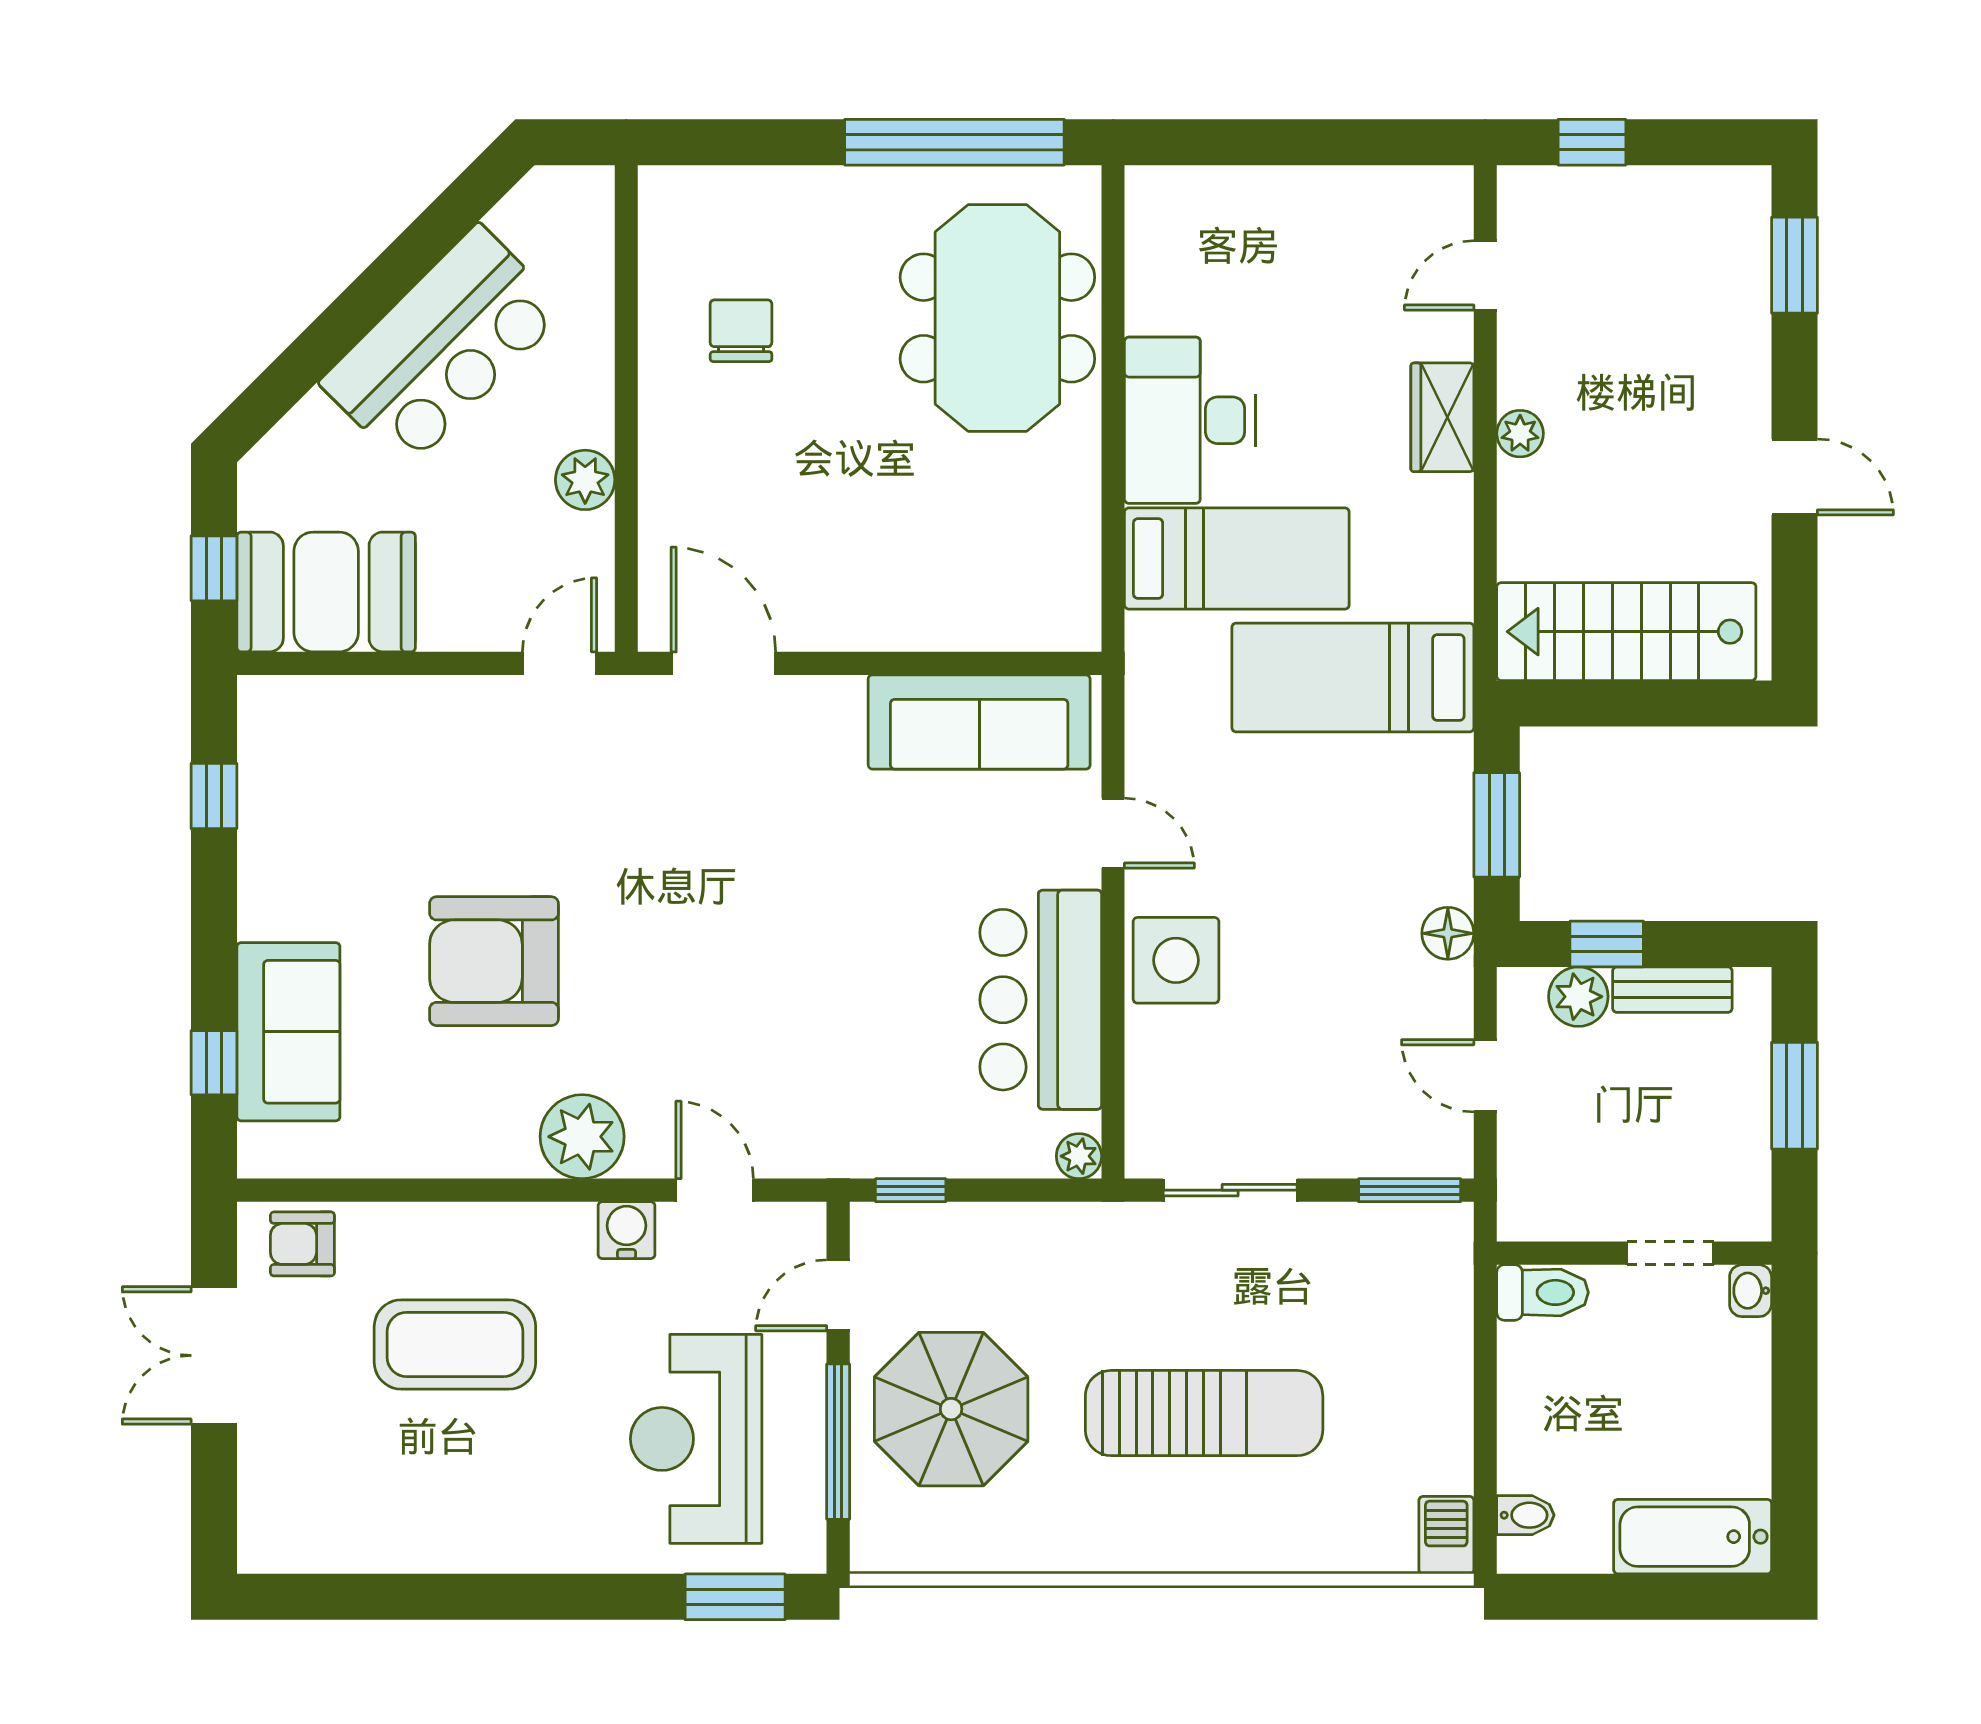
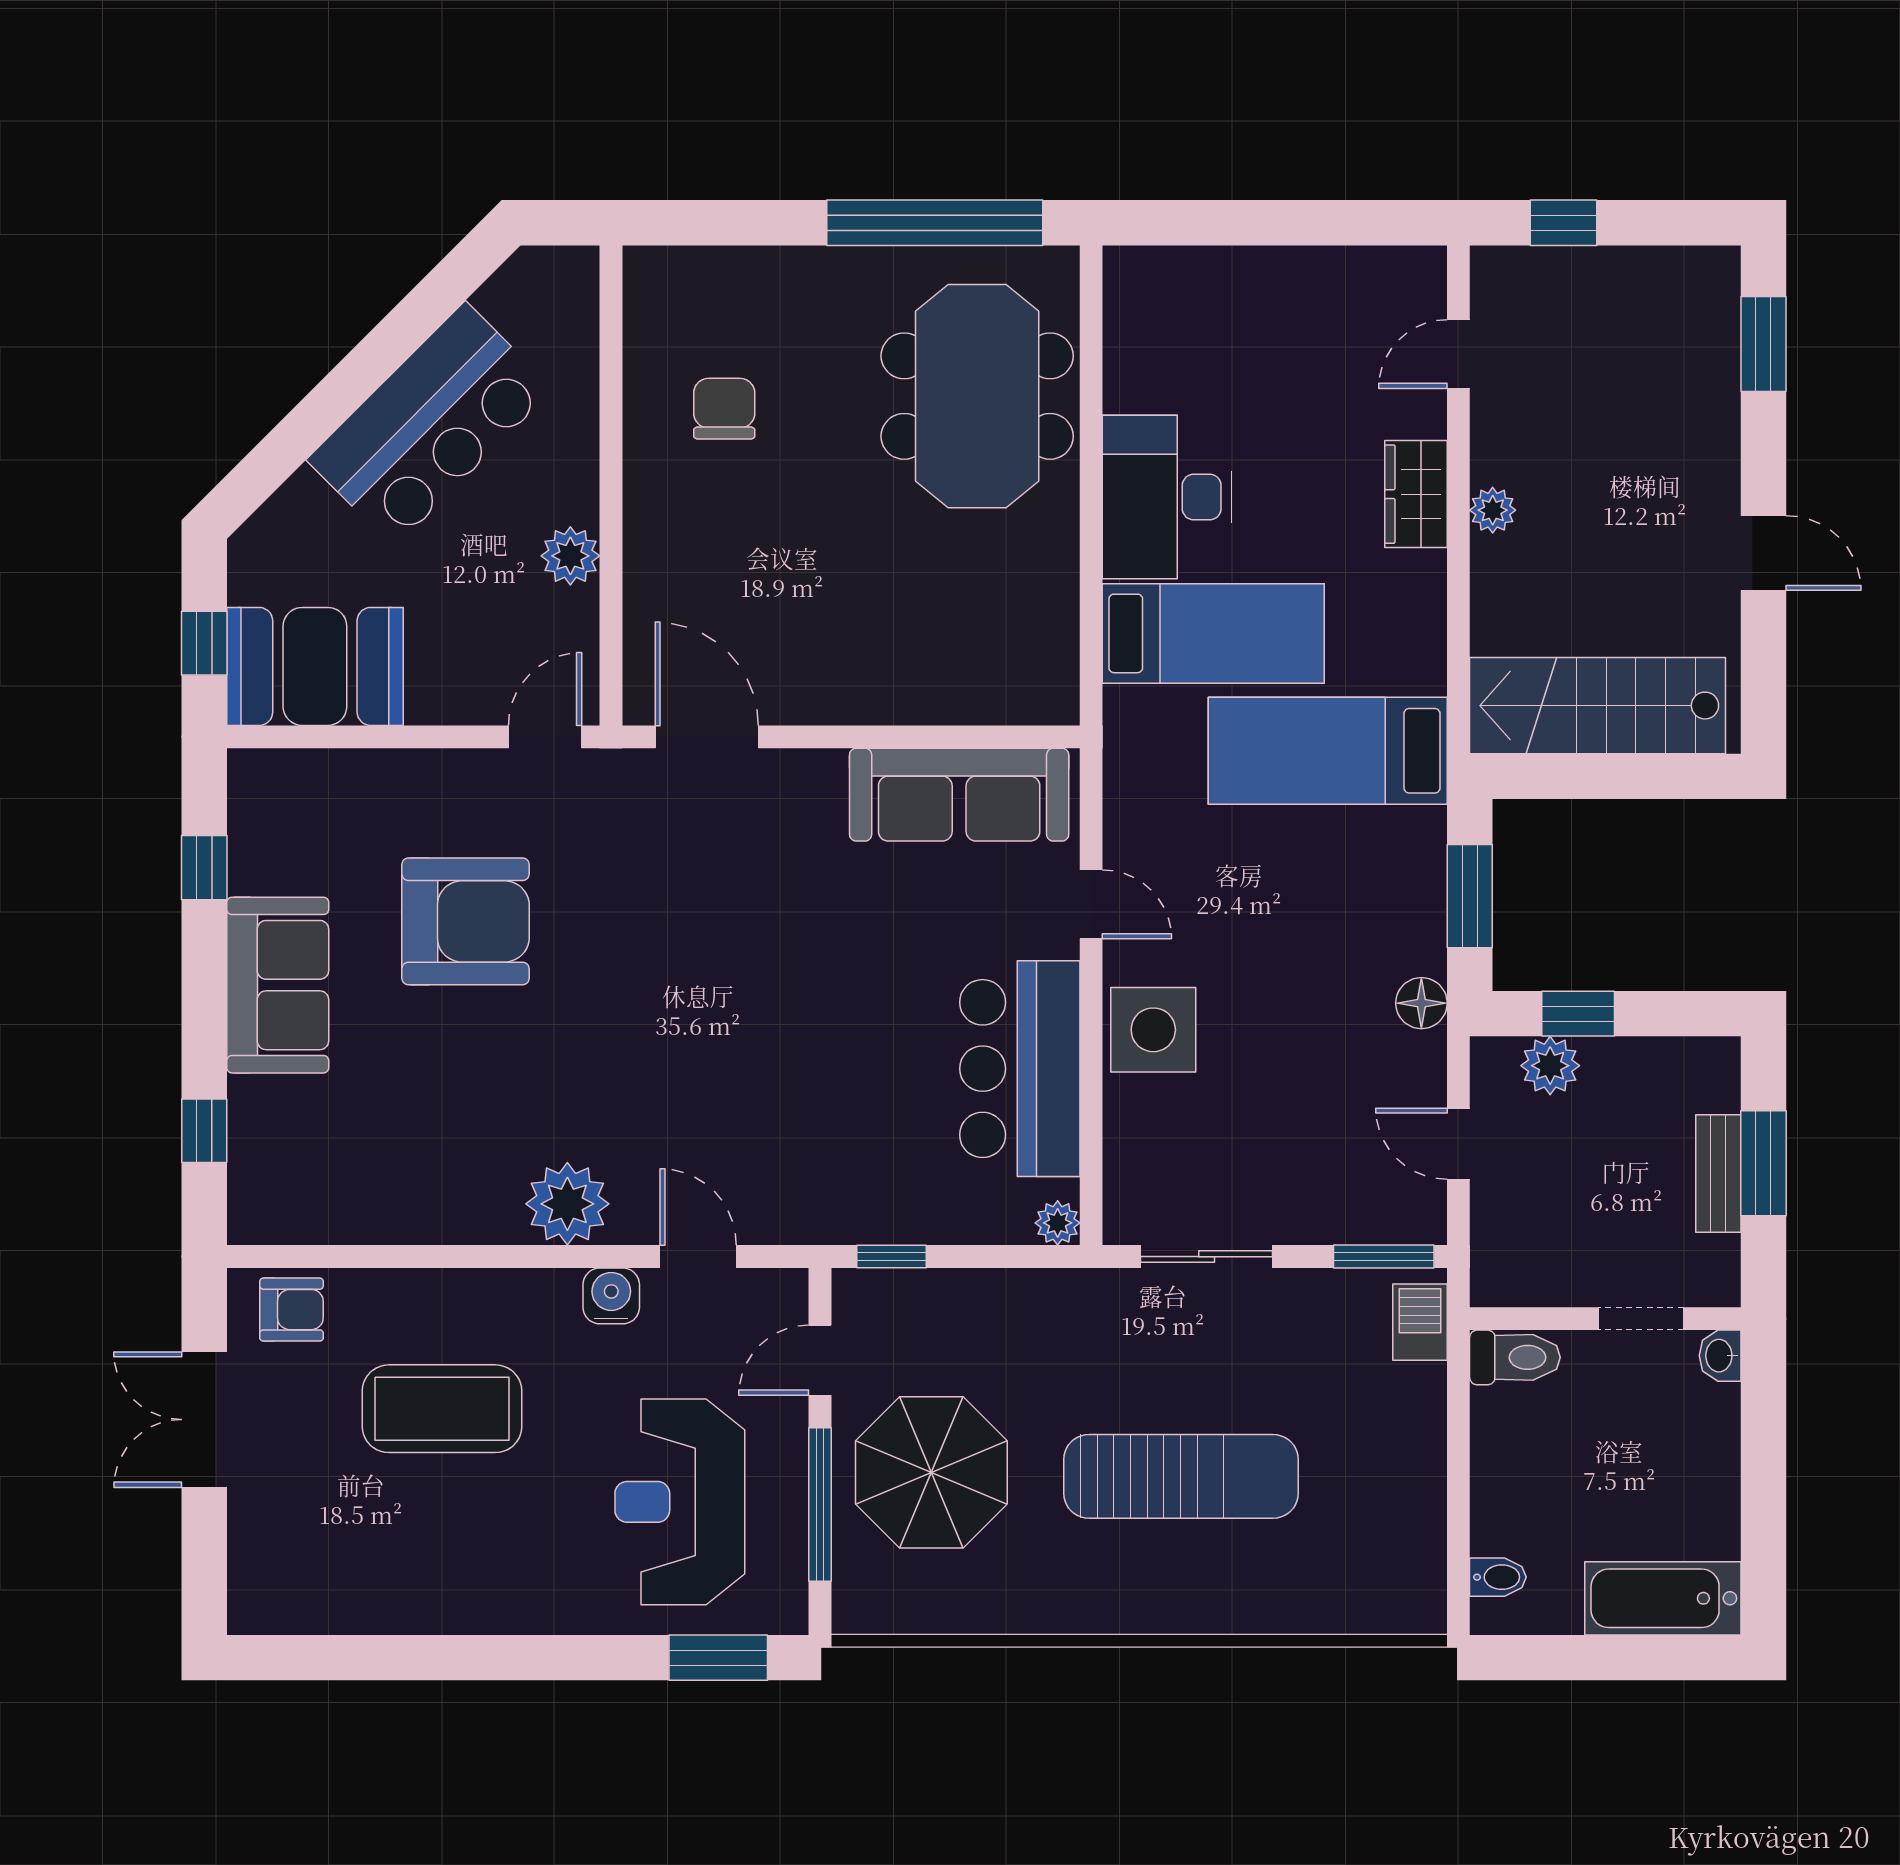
armchair: (494, 961) -> (465, 921), moved, turned 180
bench: (1672, 990) -> (1718, 1174), moved, turned 90
sofa: (288, 1032) -> (278, 985), moved
armchair: (302, 1244) -> (292, 1310), turned 180
barbecue: (1446, 1535) -> (1420, 1322), moved

